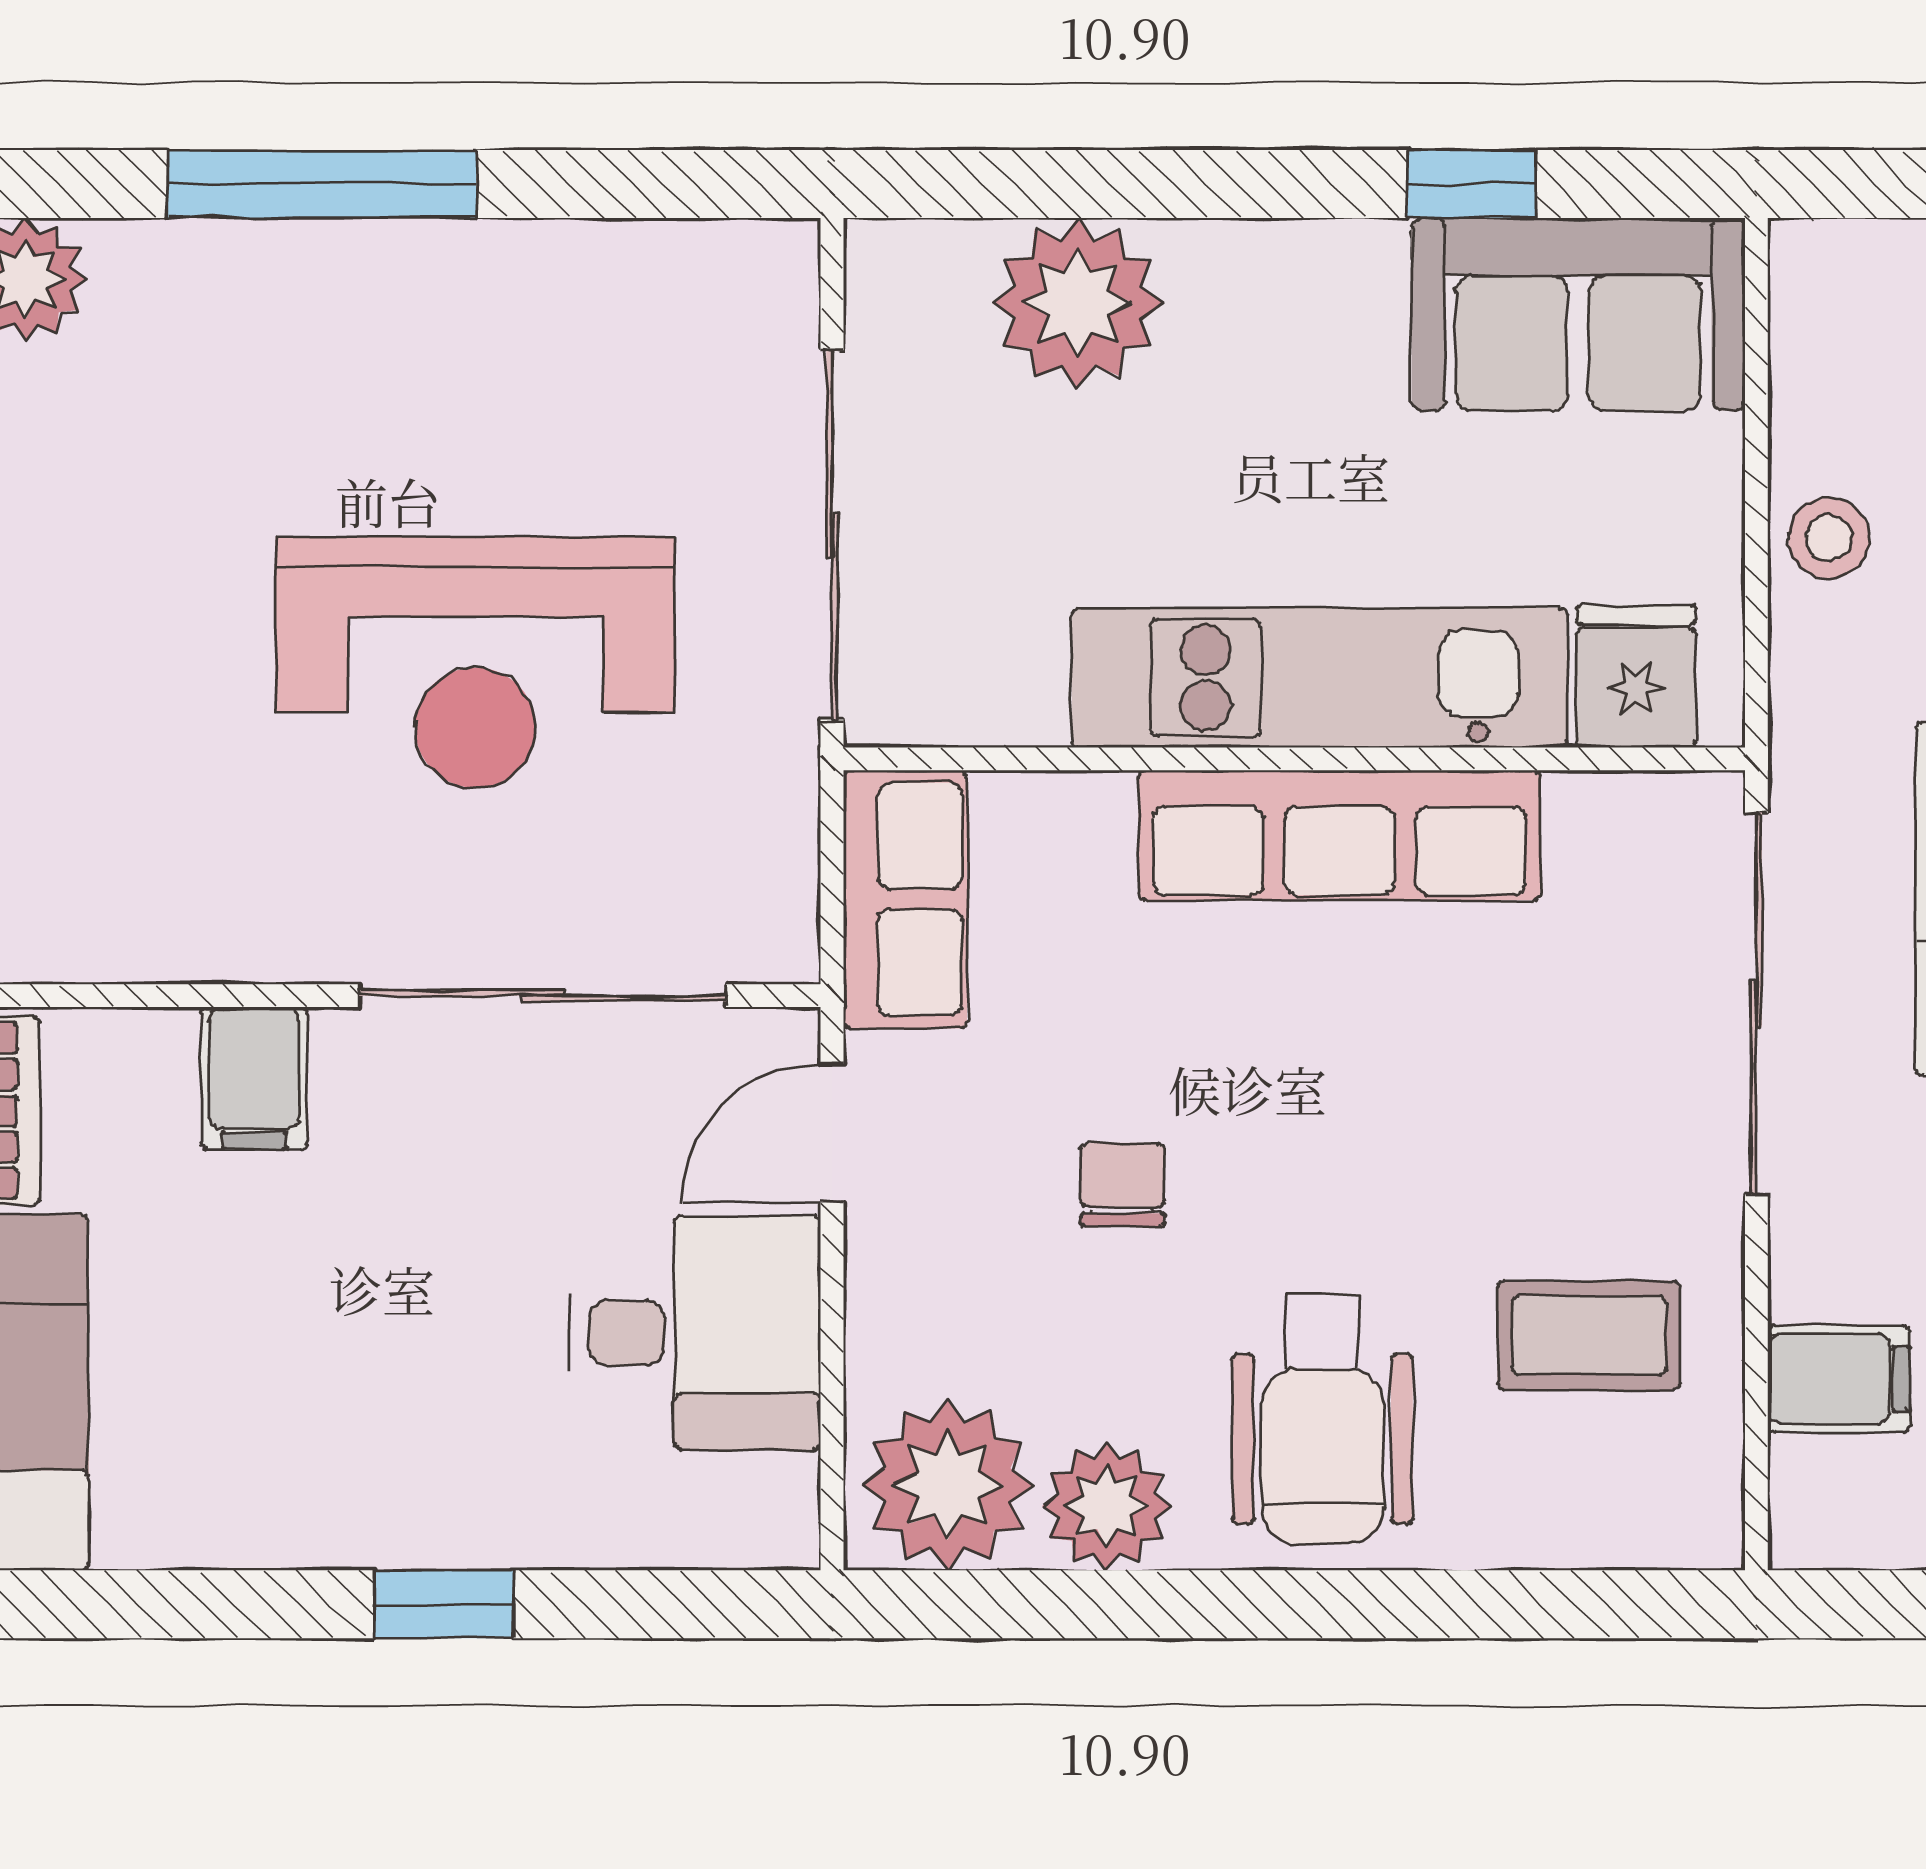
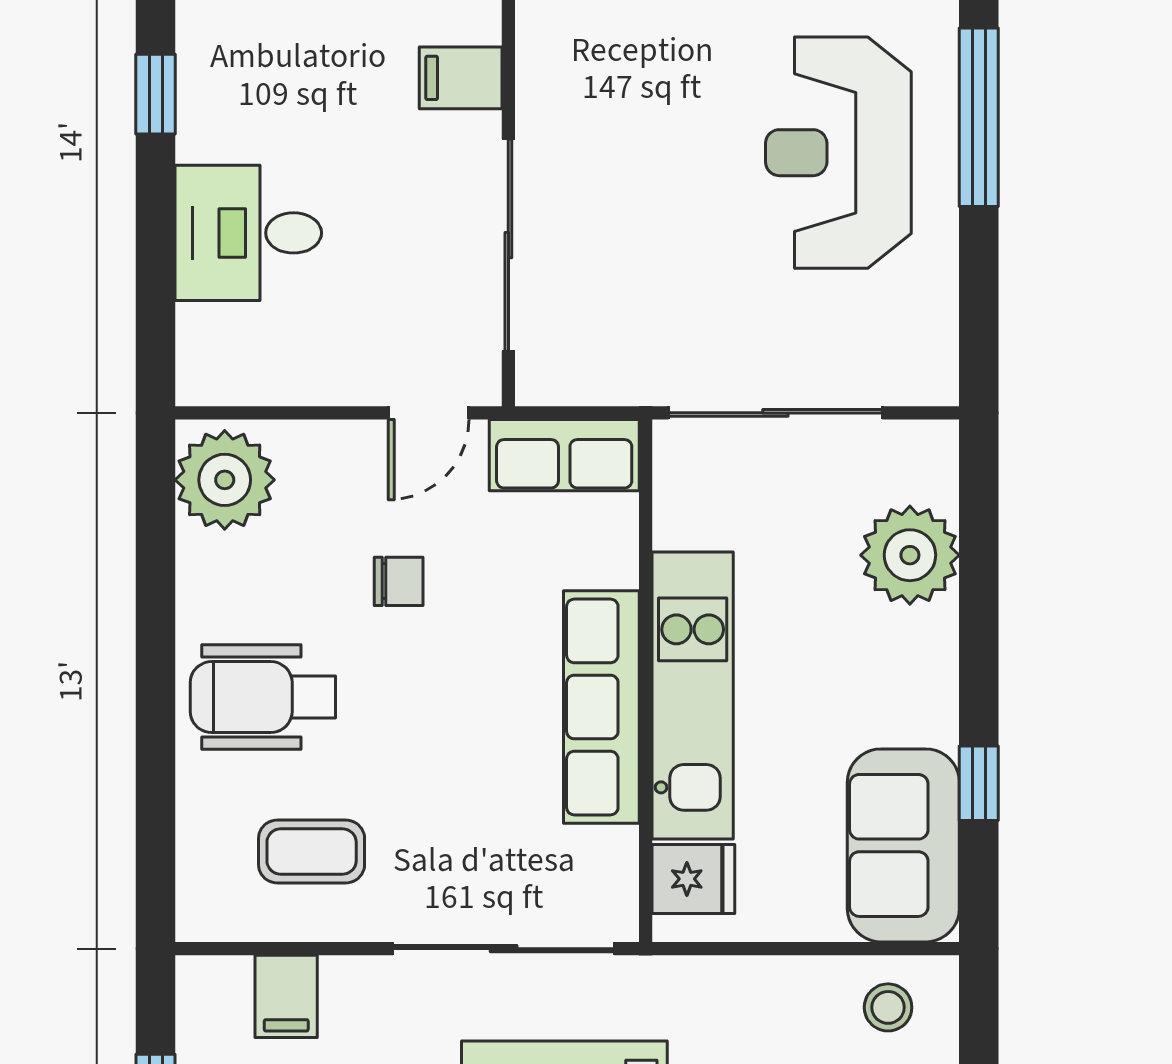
stool: (1829, 538) -> (888, 1007), moved
reception desk: (475, 662) -> (838, 153), moved
door: (832, 1133) -> (429, 413), swing flipped
desk: (695, 1333) -> (248, 233), moved, turned 90
coffee table: (1589, 1335) -> (312, 852), turned 90
plant: (1107, 1506) -> (212, 572), removed
window: (444, 1604) -> (156, 94), moved

